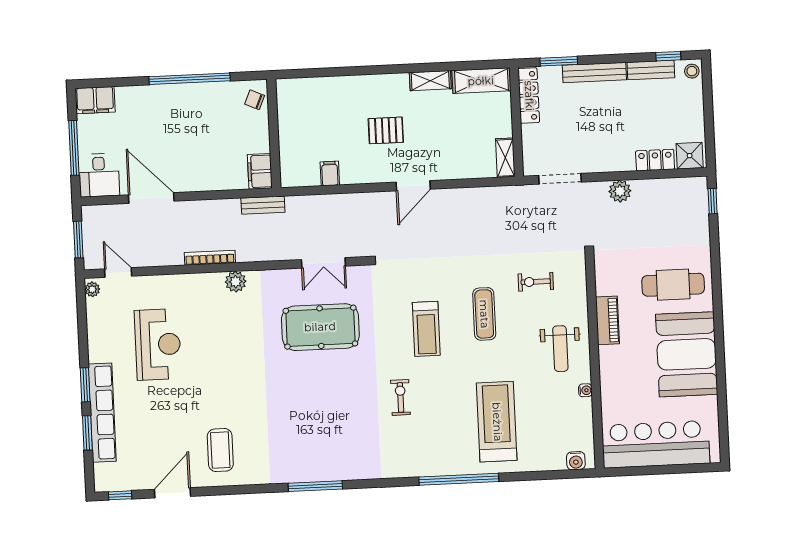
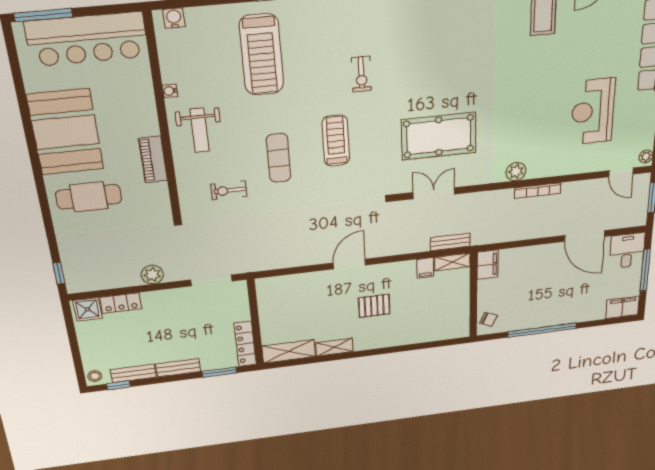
bench: (594, 73) -> (178, 368), width x0.73
shelving: (505, 158) -> (452, 262), moved, turned 90
bench: (263, 205) -> (450, 242), moved
exercise bike: (536, 282) -> (229, 190), turned 180
weight bench: (560, 349) -> (199, 130), turned 180
window: (692, 468) -> (43, 15), added

